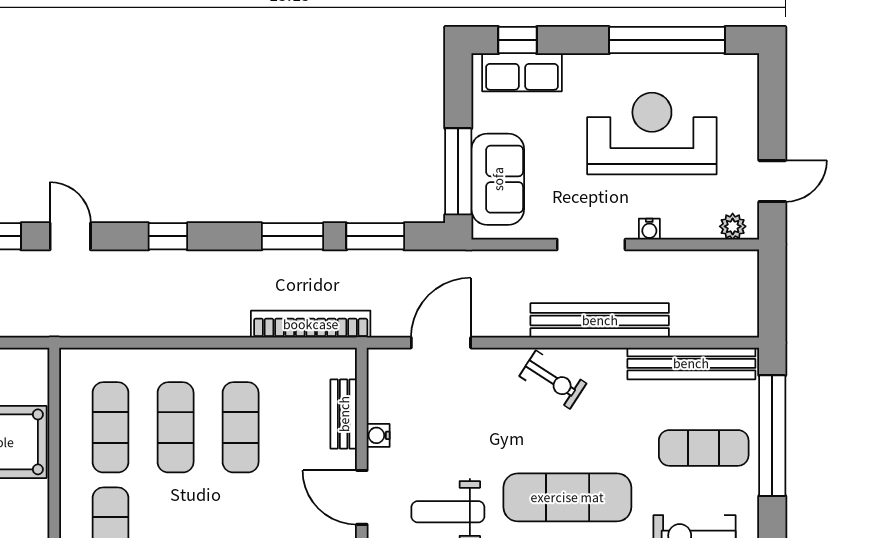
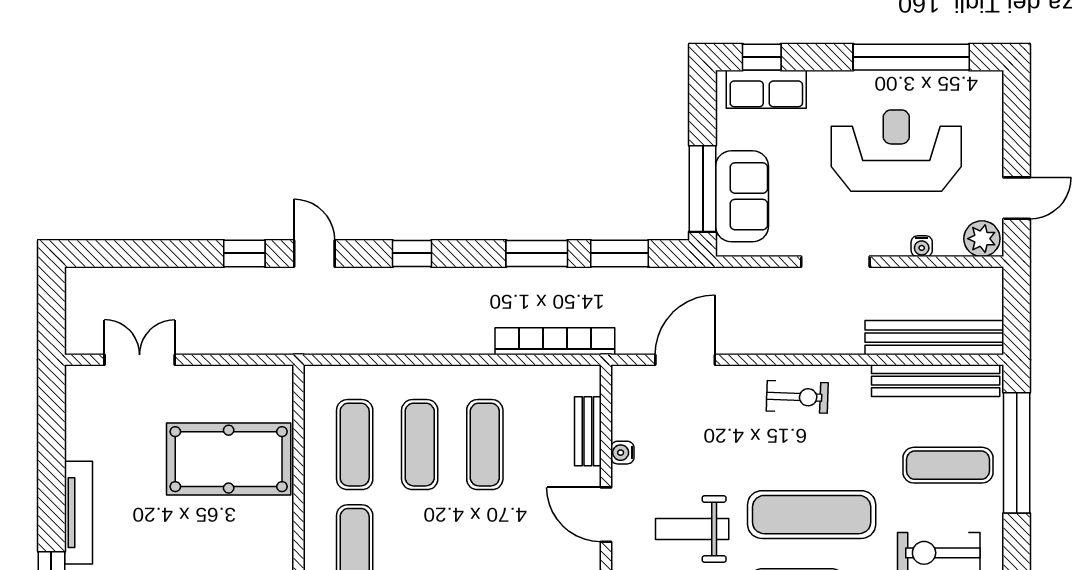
plant: (733, 226) -> (982, 239), width x1.38, depth x1.38
water cooler: (649, 229) -> (922, 246), moved
bench: (600, 320) -> (934, 338), moved
exercise bike: (553, 380) -> (797, 397), turned -31

